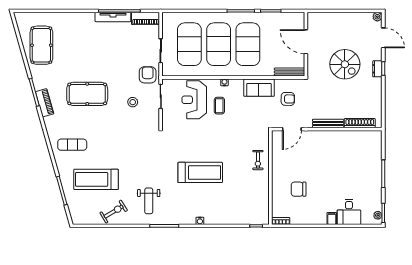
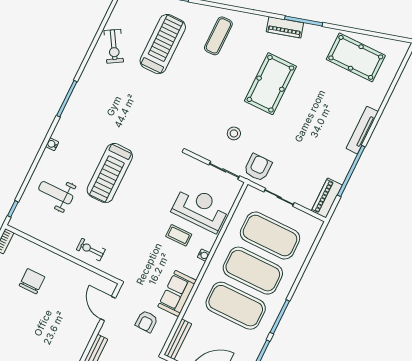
tv unit: (113, 17) -> (362, 130), moved
armchair: (148, 75) -> (258, 167), turned -90
weight bench: (149, 201) -> (56, 193), moved

